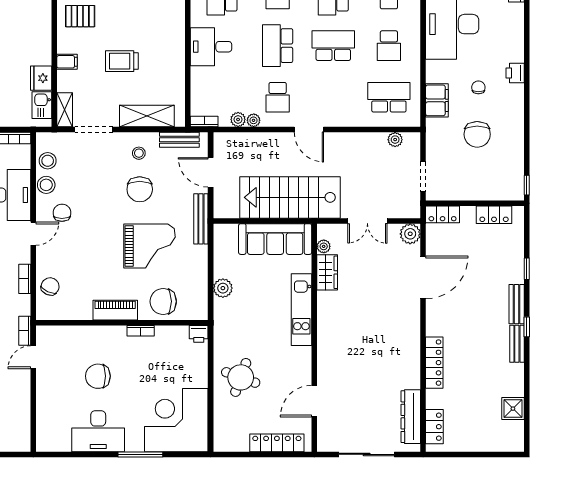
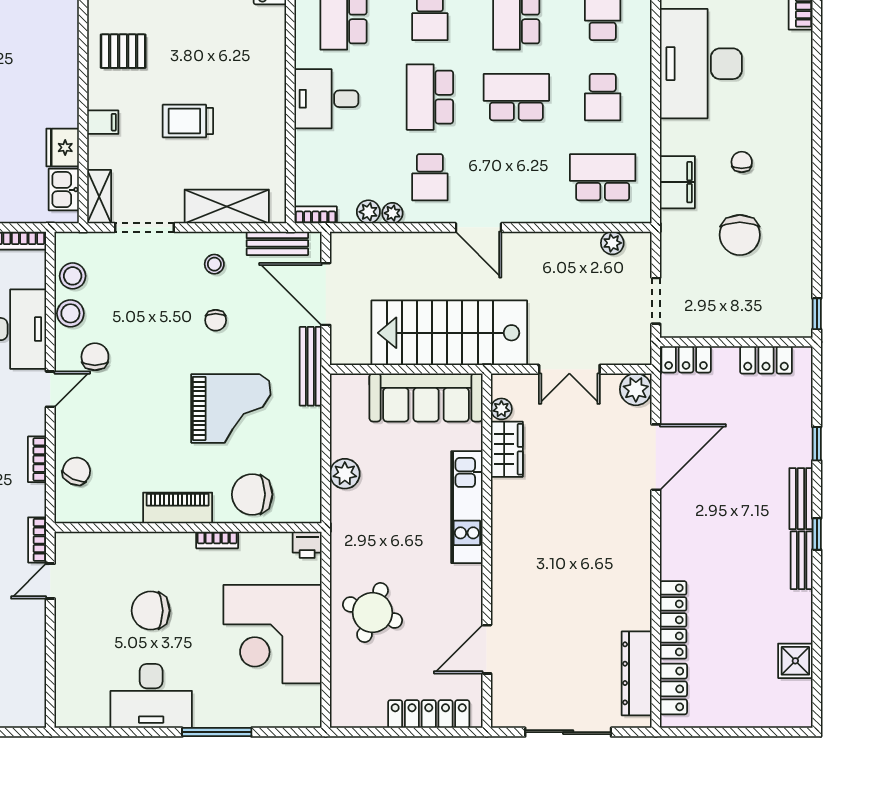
printer: (515, 73) -> (799, 140), removed
door: (211, 172) -> (326, 294), width x1.36
chair: (140, 189) -> (216, 320), width x0.54, depth x0.54
locker: (434, 363) -> (673, 620), moved
corner desk: (176, 420) -> (273, 634), moved, turned -90

